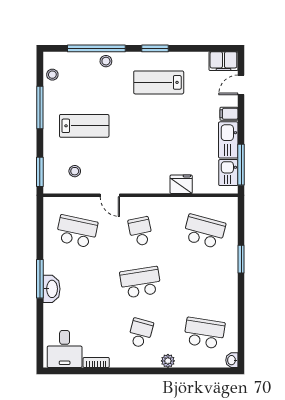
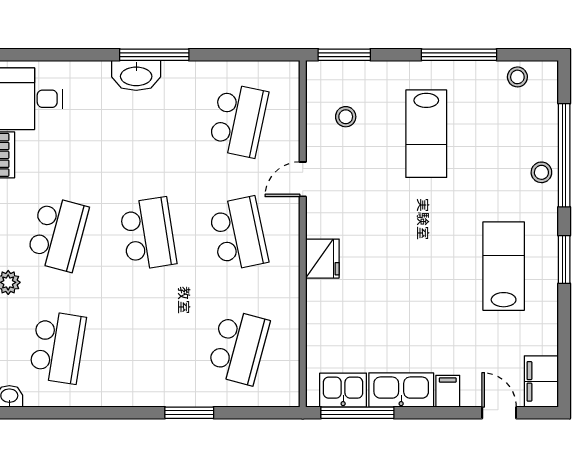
fridge: (181, 184) -> (322, 259), moved
school desk: (140, 231) -> (238, 234), width x1.85
school desk: (140, 333) -> (58, 234), width x1.85

